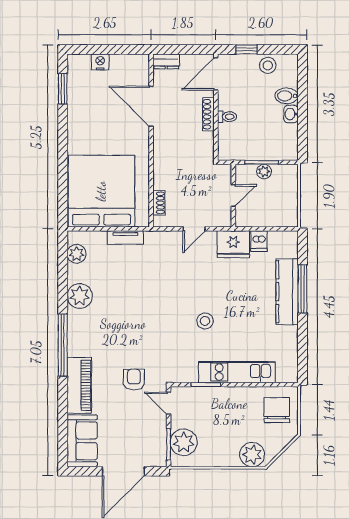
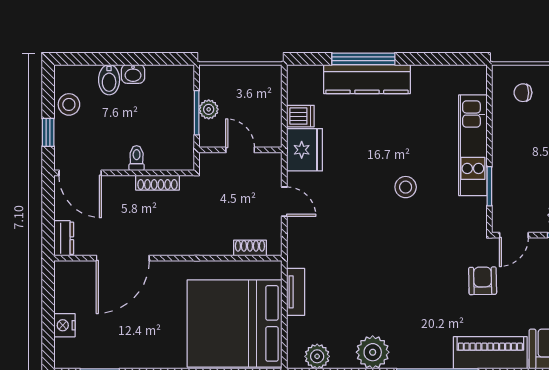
shoe rack: (208, 114) -> (157, 183), moved
armchair: (134, 379) -> (483, 281), turned 89
chair: (277, 410) -> (523, 93), width x0.54, depth x0.54

